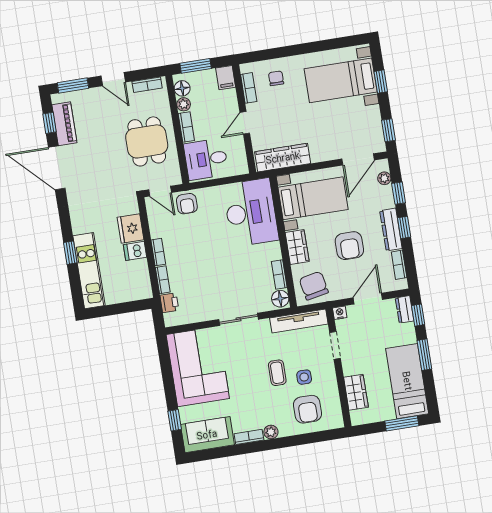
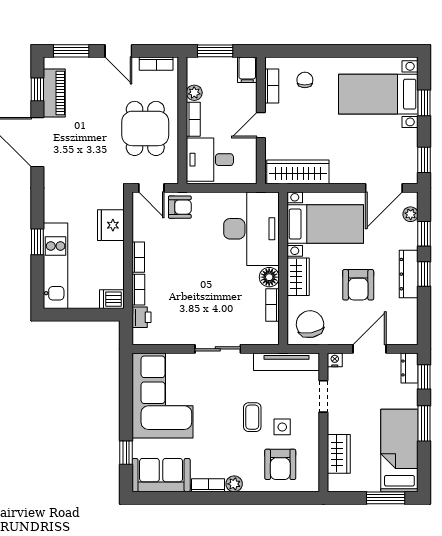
floor lamp: (182, 88) -> (195, 74), removed
armchair: (187, 204) -> (180, 207), turned -90
dishwasher: (135, 251) -> (112, 299), moved
bookcase: (399, 265) -> (411, 316), removed
floor lamp: (280, 299) -> (269, 277), moved

